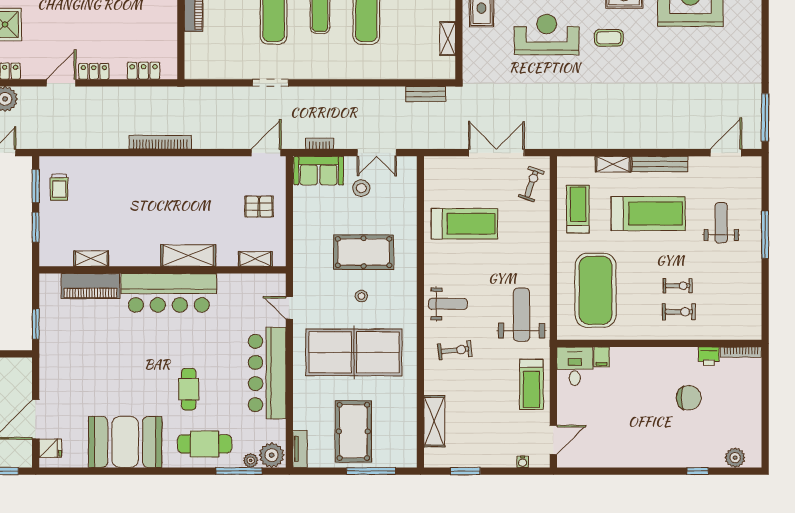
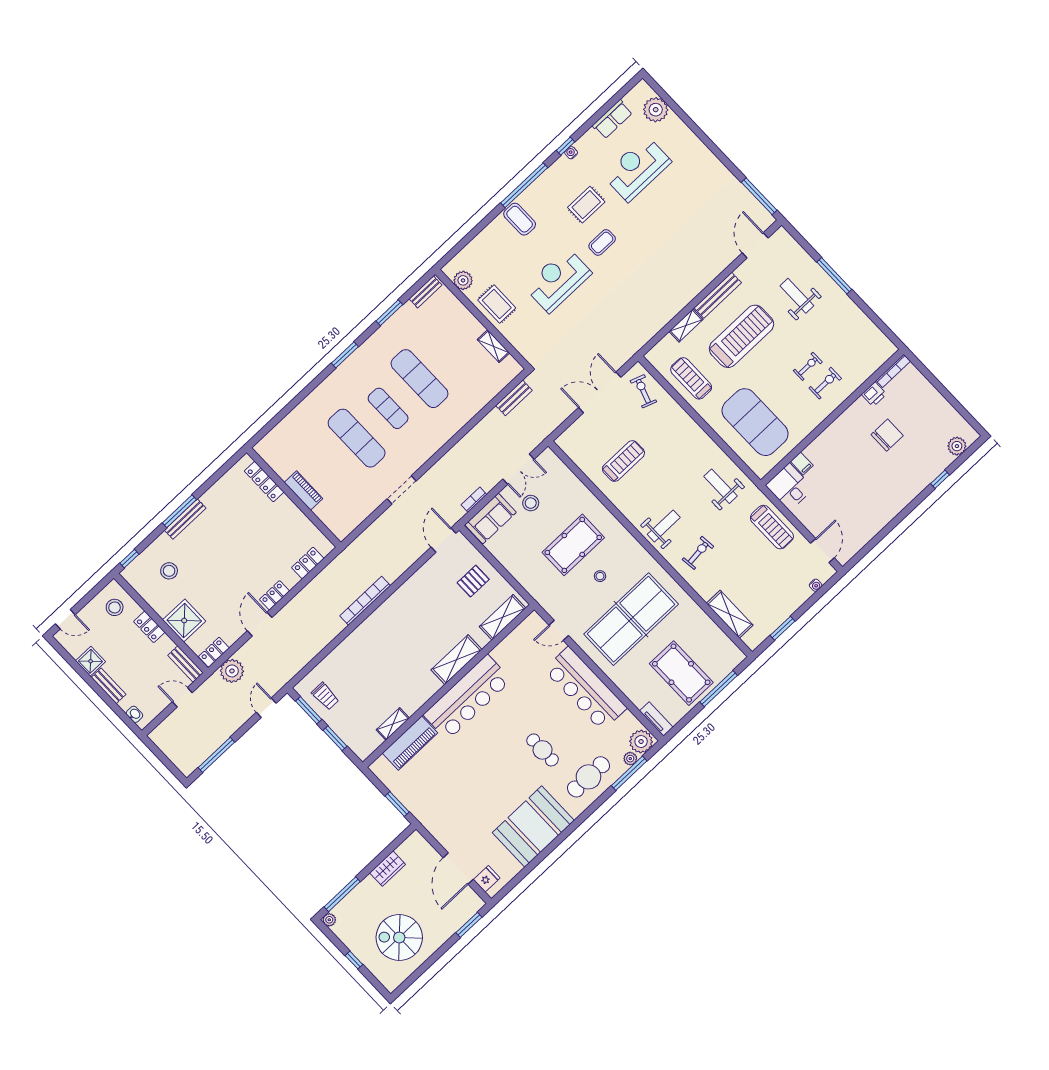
treadmill: (464, 224) -> (623, 461), width x0.73, depth x0.73
shelving: (255, 259) -> (503, 617), width x1.50, depth x1.33
weight bench: (521, 315) -> (720, 486), width x0.73, depth x0.75

